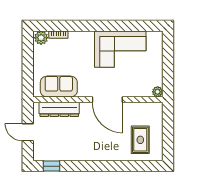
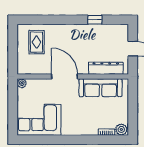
corner sofa: (120, 49) -> (39, 120), moved
sofa: (59, 87) -> (101, 88), width x1.36
window: (52, 166) -> (95, 20), moved

